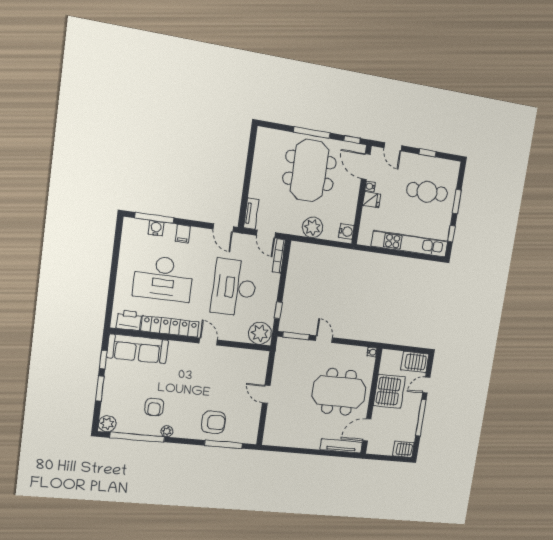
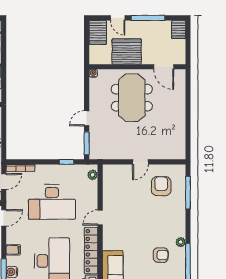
plant: (260, 333) -> (93, 175), width x0.53, depth x0.53
armchair: (213, 422) -> (161, 186), moved
tv unit: (341, 446) -> (180, 88), removed

